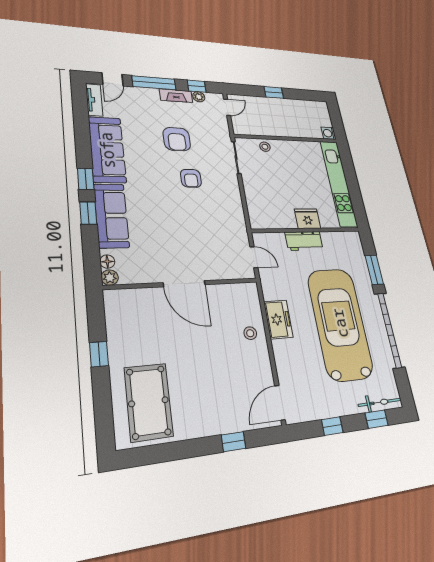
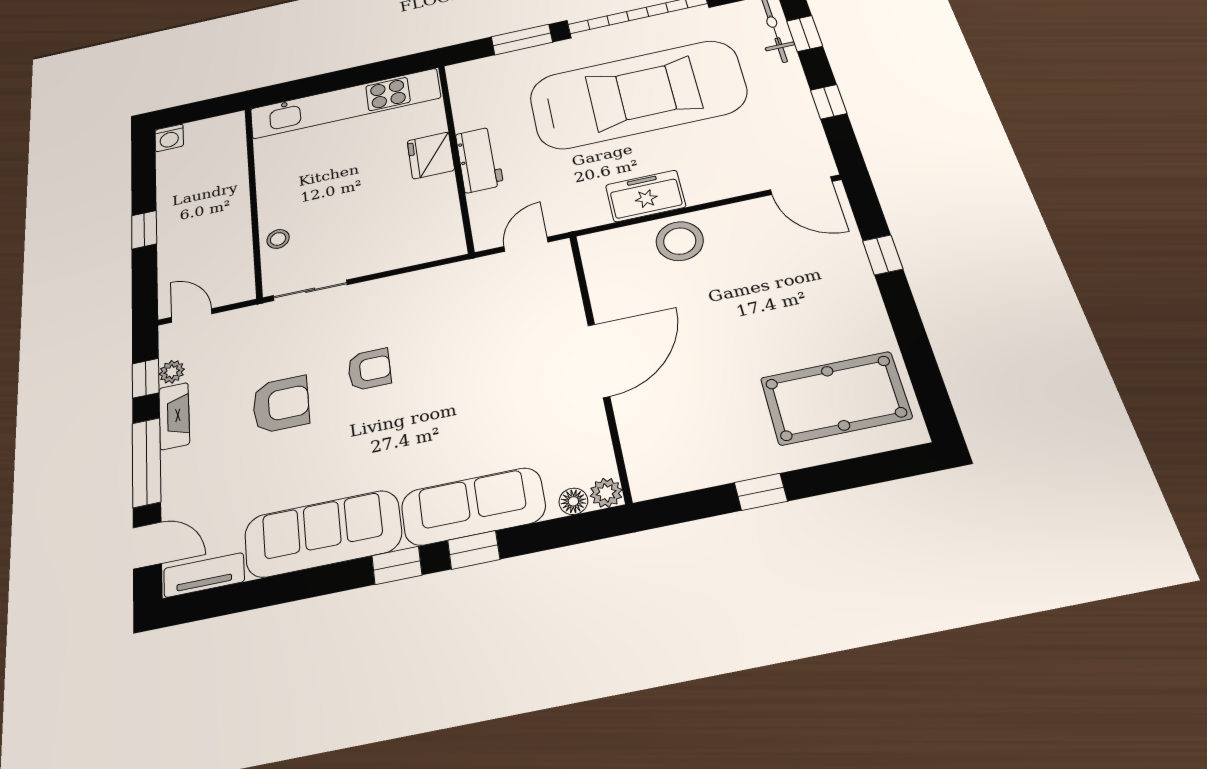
washing machine: (329, 133) -> (169, 138), moved
car: (340, 323) -> (638, 94), turned 180
stool: (250, 333) -> (680, 241), width x1.89, depth x1.89

